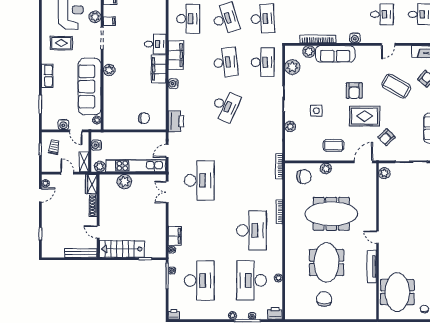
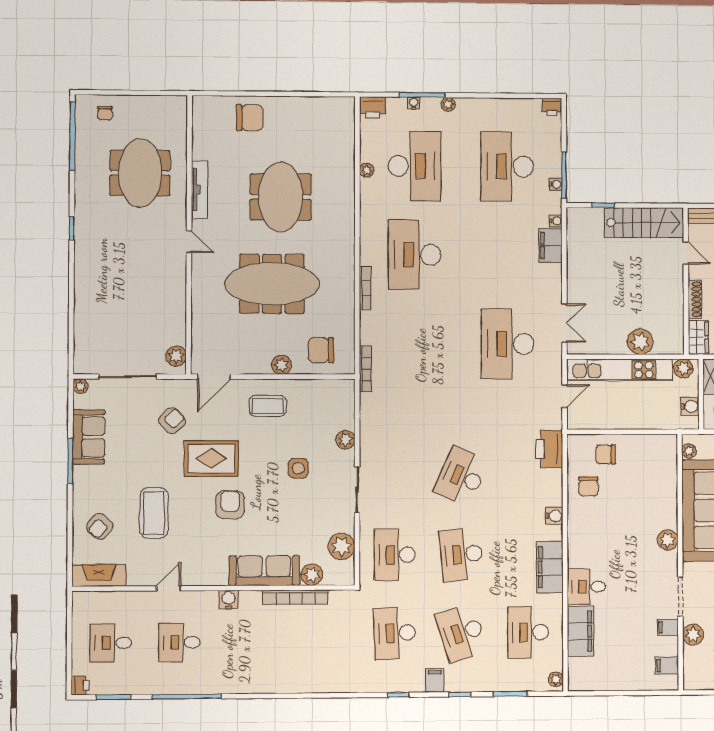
filing cabinet: (159, 69) -> (581, 631), moved
coffee table: (396, 86) -> (154, 513), turned 60
chair: (154, 100) -> (588, 486), added
meeting table: (397, 292) -> (140, 173), moved
chair: (324, 299) -> (250, 118), moved, turned -90

